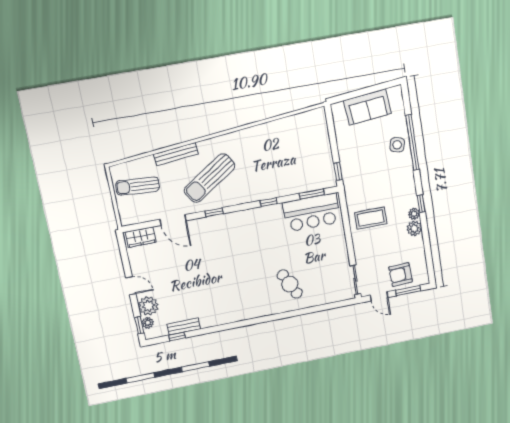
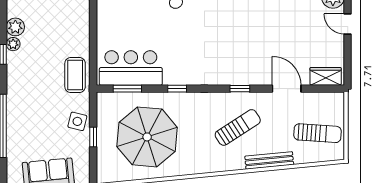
side table: (397, 145) -> (77, 121), moved
parasol: (287, 155) -> (147, 137), added
window: (338, 171) -> (93, 137), moved
sun lounger: (210, 178) -> (238, 127), width x0.73, depth x0.75
coffee table: (371, 218) -> (75, 75), moved, turned 90

